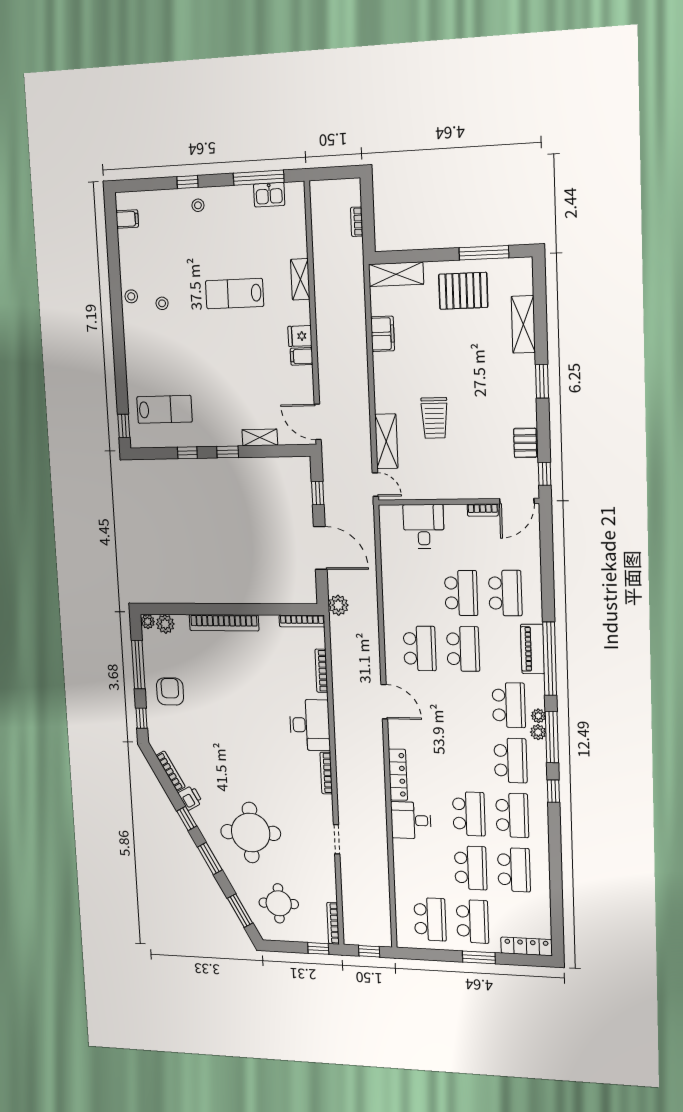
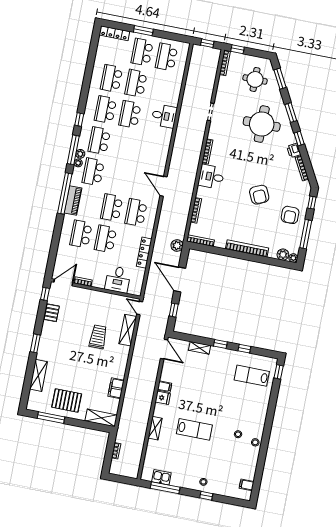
armchair: (226, 716) -> (259, 195), added
desk: (310, 725) -> (211, 177), width x0.73
locker: (398, 775) -> (144, 253), moved

